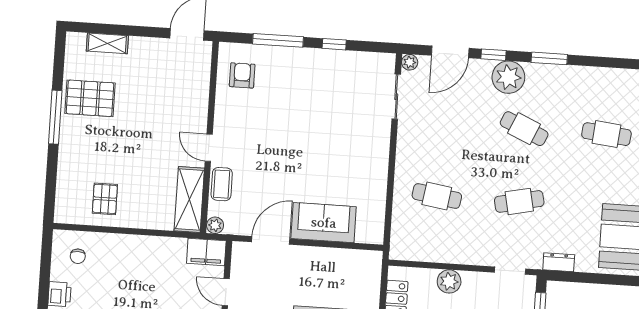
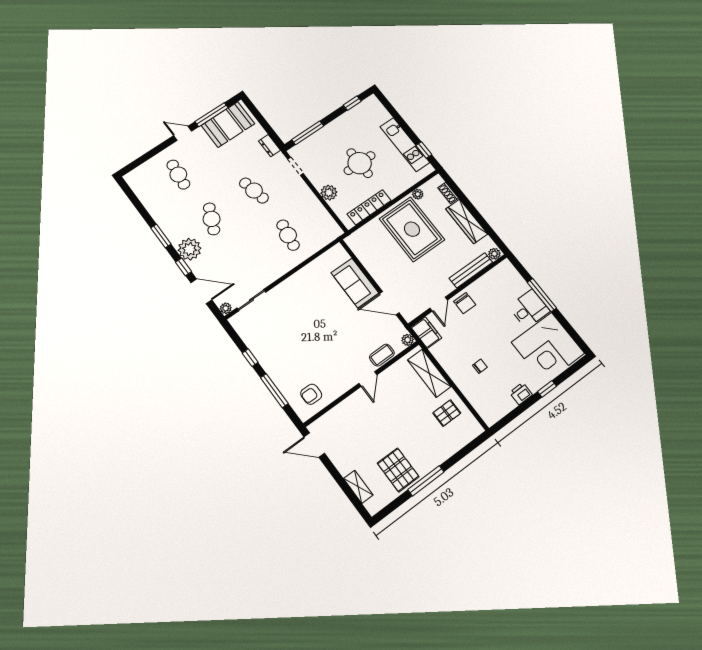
shelving: (189, 200) -> (429, 373), moved, turned 90
chair: (78, 256) -> (480, 366), moved

